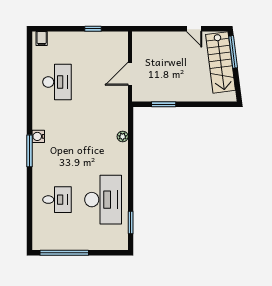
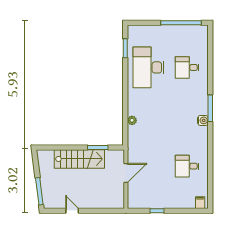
stairs: (221, 62) -> (79, 159), moved, turned 97
desk: (57, 82) -> (187, 166), width x0.73

